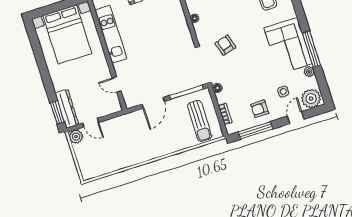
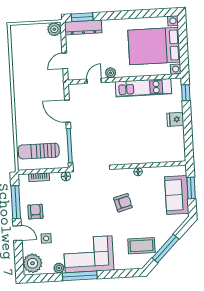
armchair: (225, 45) -> (123, 203), moved
plant: (104, 70) -> (111, 73), added
door: (296, 118) -> (18, 233), moved
door: (91, 123) -> (65, 61), moved

